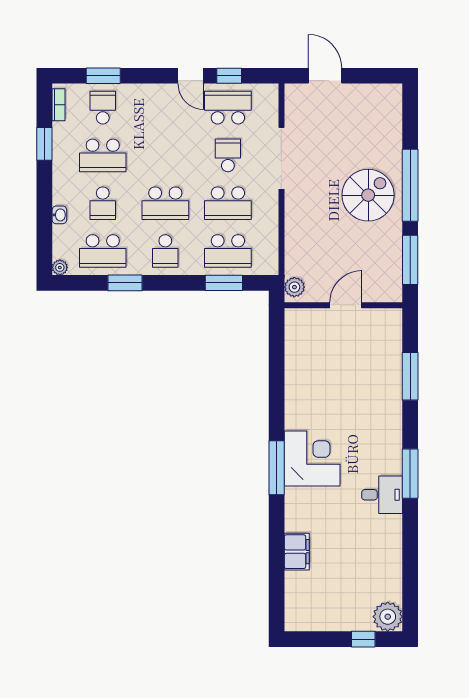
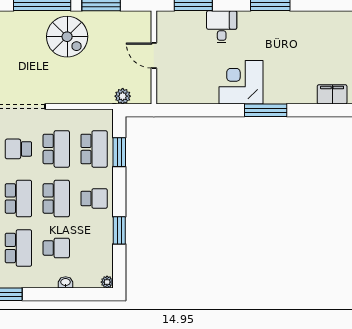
spiral stairs: (368, 195) -> (67, 37), moved, turned 180
school desk: (103, 251) -> (18, 198), moved
wall: (343, 305) -> (154, 57), moved
door: (346, 305) -> (154, 56), moved
corner desk: (312, 458) -> (241, 82), moved
desk: (382, 495) -> (222, 27), moved

